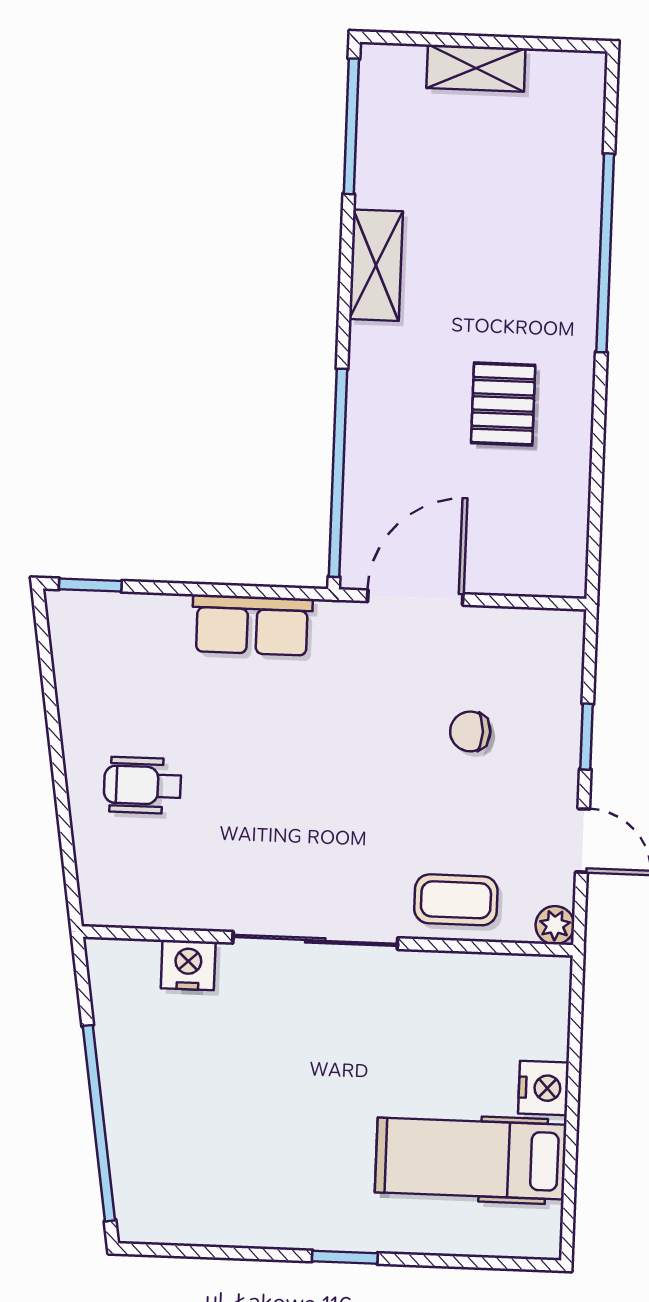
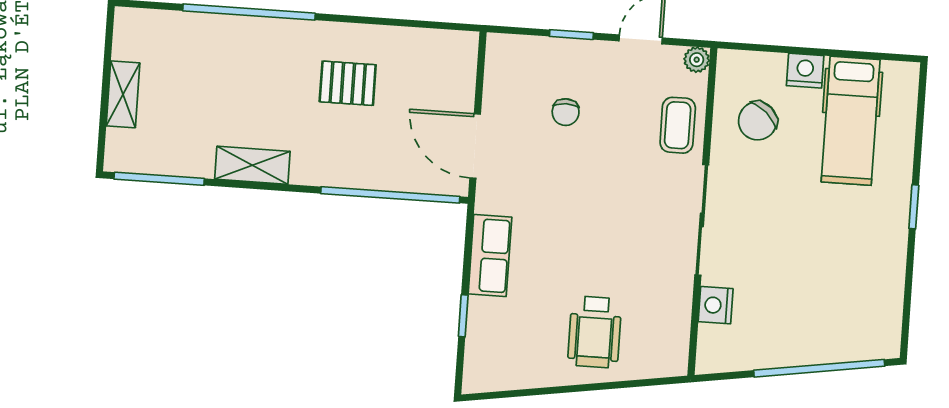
window: (90, 585) -> (463, 316), moved
wheelchair: (143, 785) -> (595, 332), width x1.36, depth x1.37
chair: (466, 1019) -> (758, 121), added

